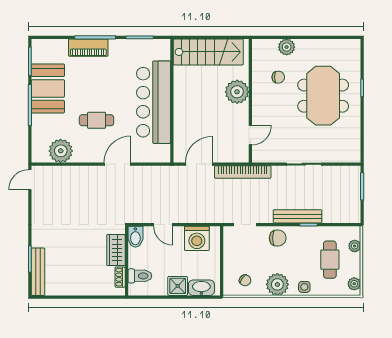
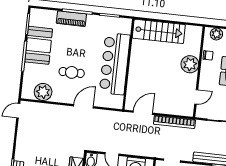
plant: (237, 92) -> (190, 64), moved
wall: (250, 101) -> (199, 72), moved
door: (250, 135) -> (196, 97), moved

